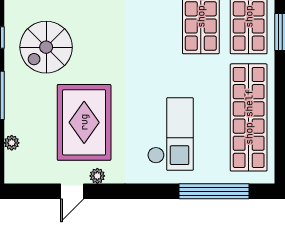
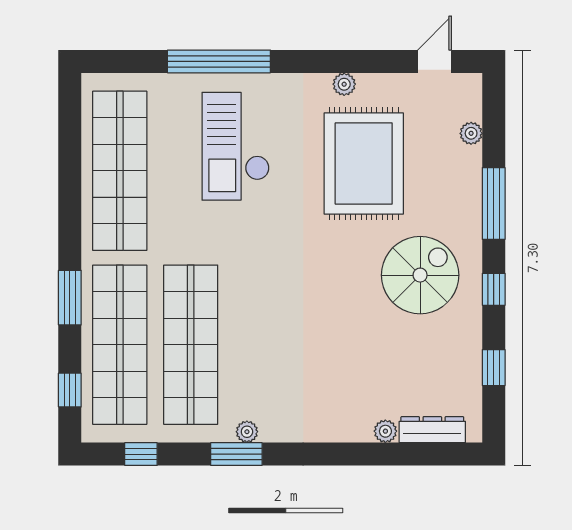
door: (72, 191) -> (435, 61), moved
window: (214, 191) -> (219, 61), moved

